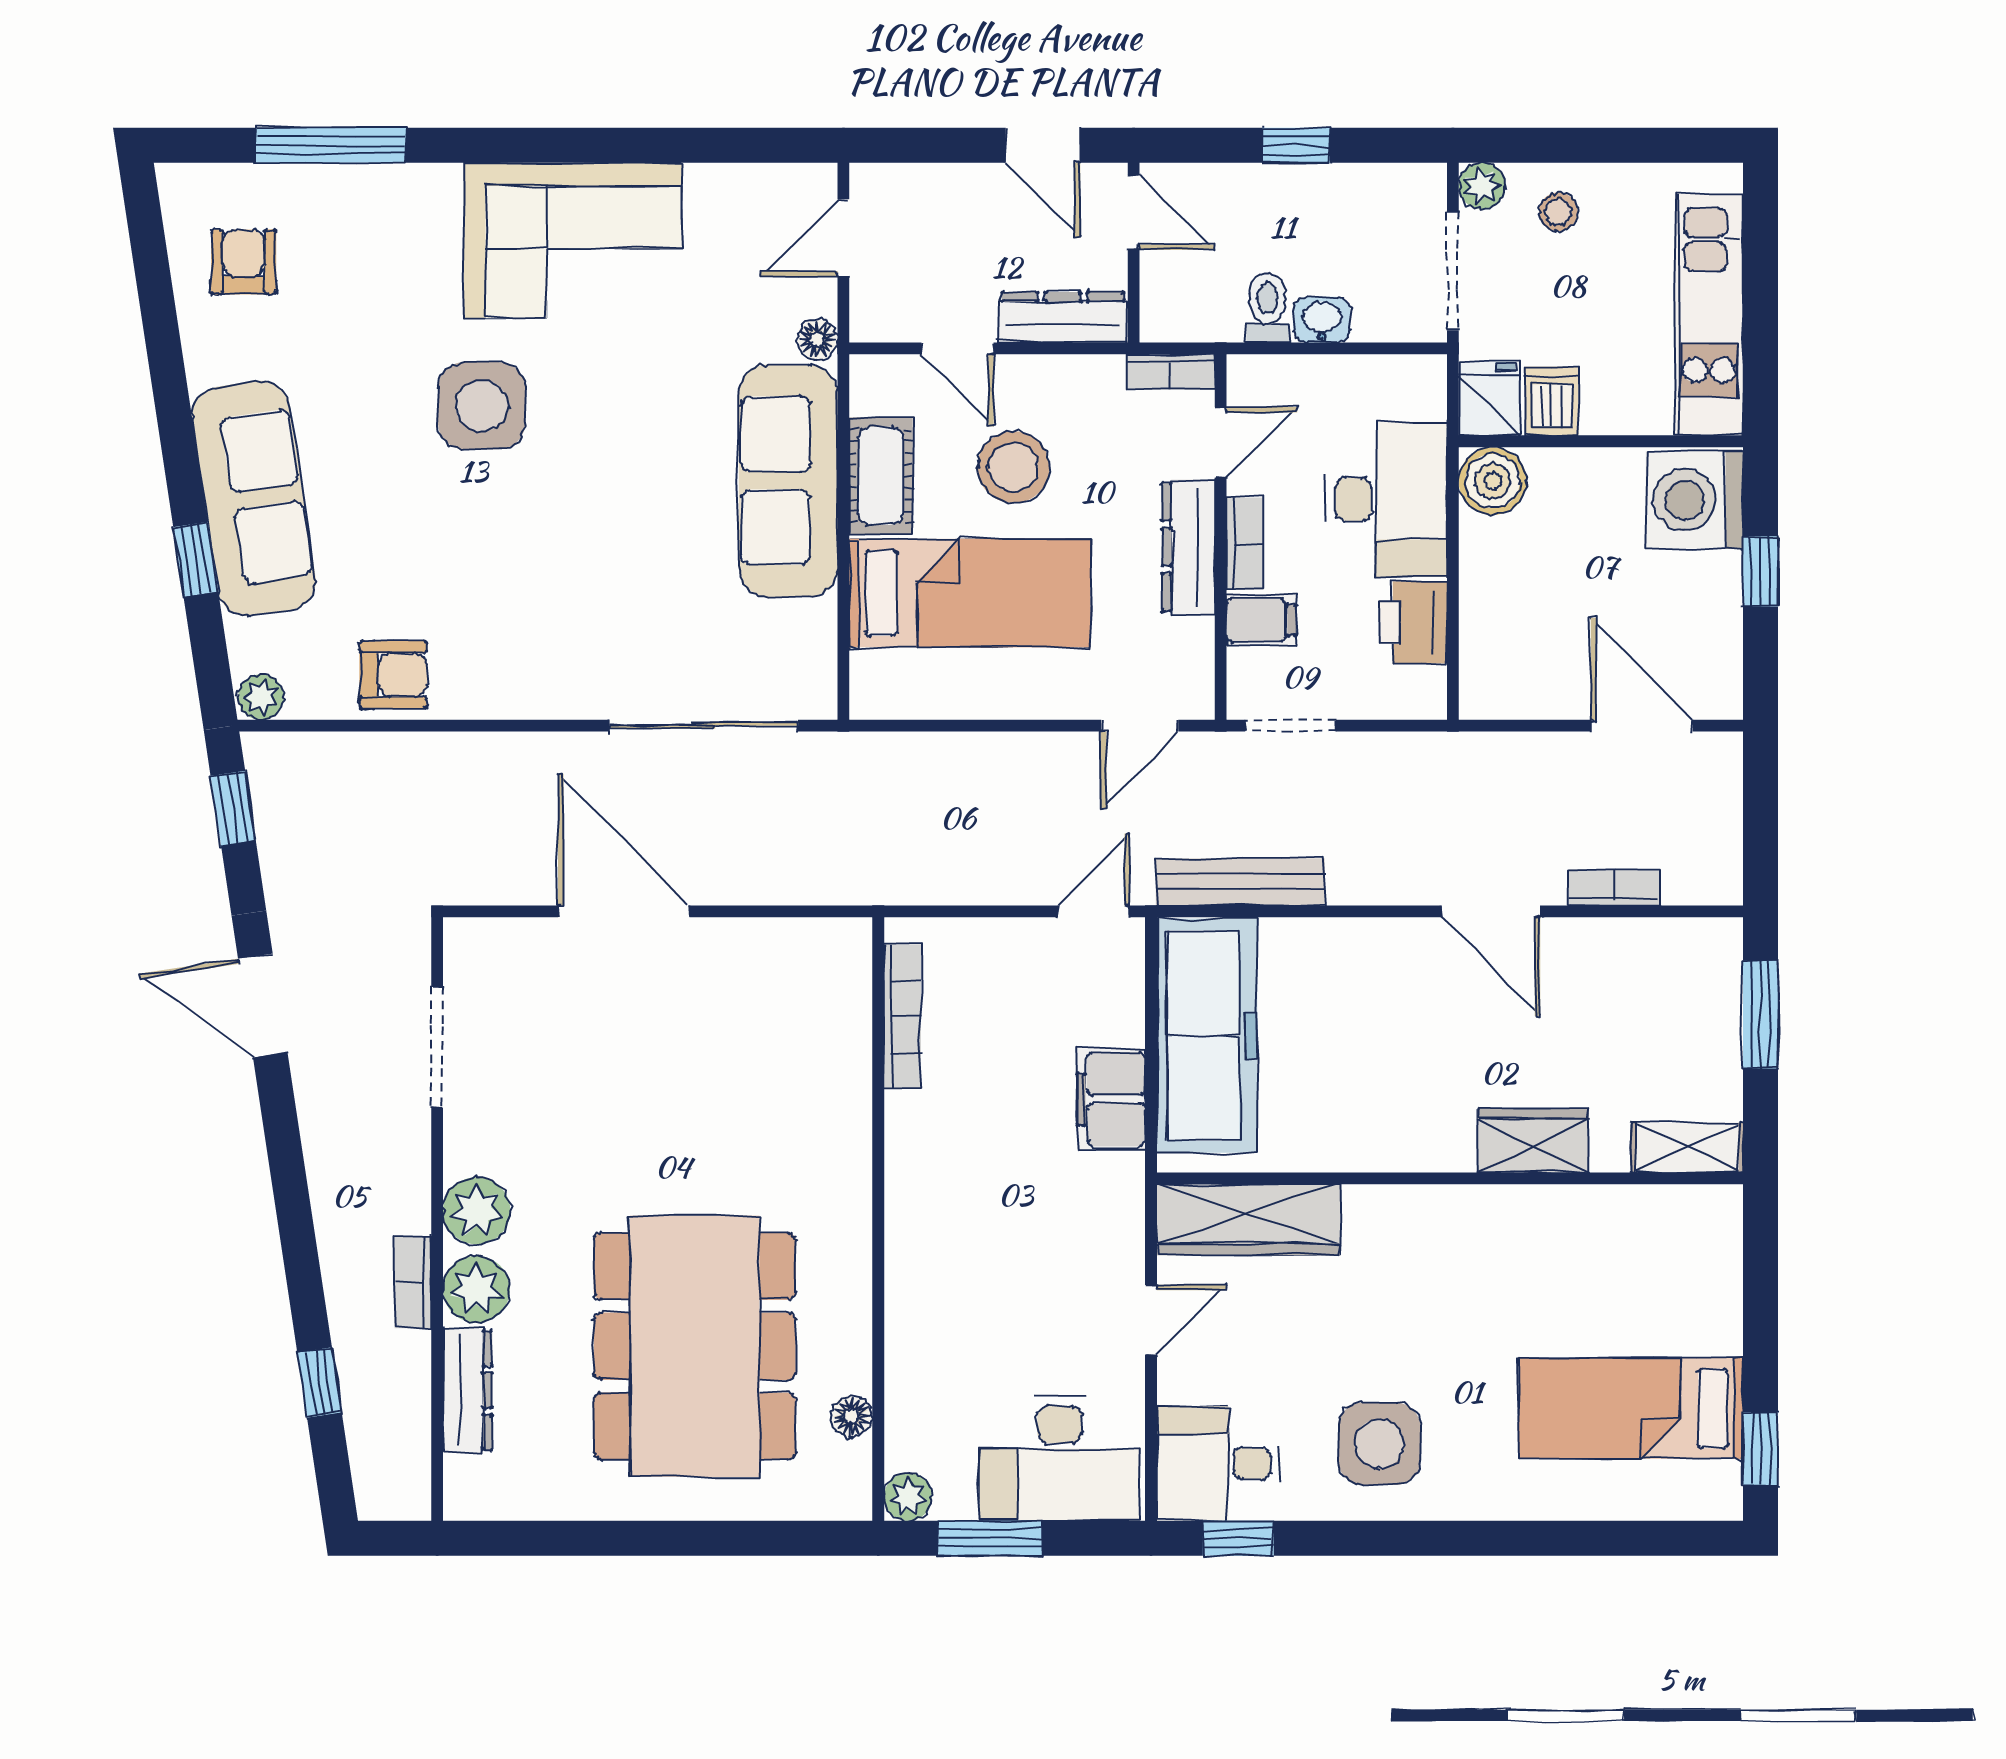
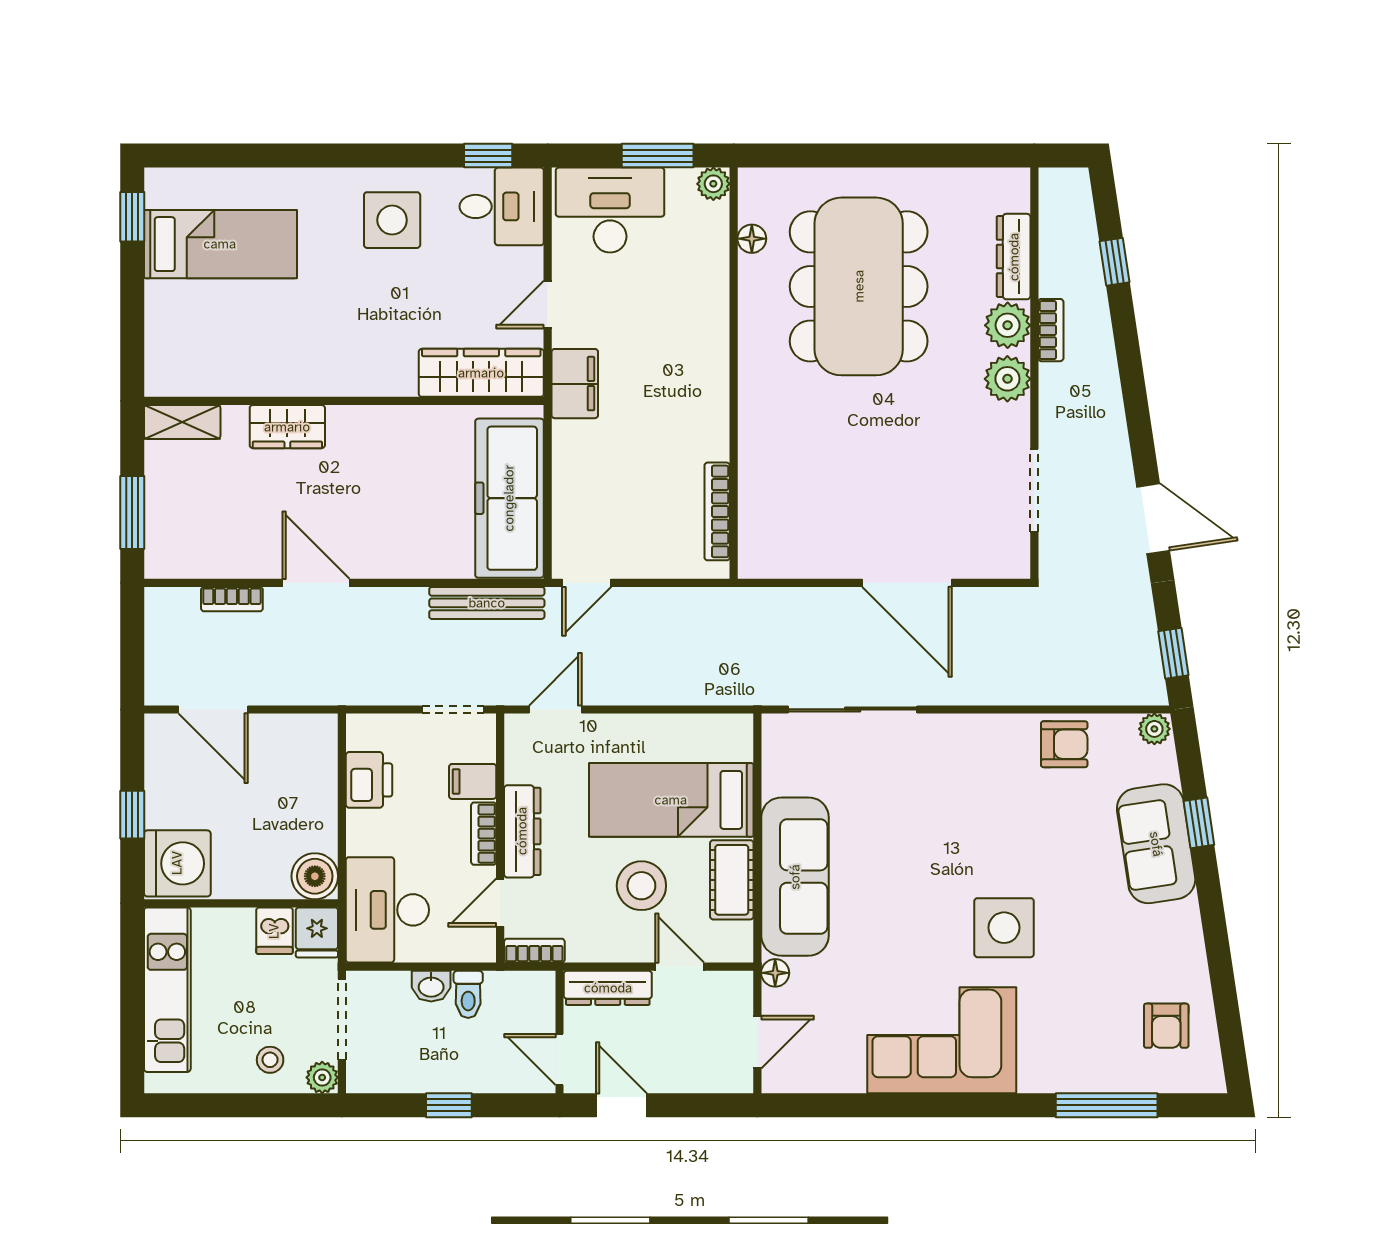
sofa: (254, 498) -> (1156, 844), width x0.73
desk: (1386, 499) -> (387, 910), moved
armchair: (393, 675) -> (1064, 744), turned 180
filing cabinet: (1111, 1099) -> (575, 384), moved

